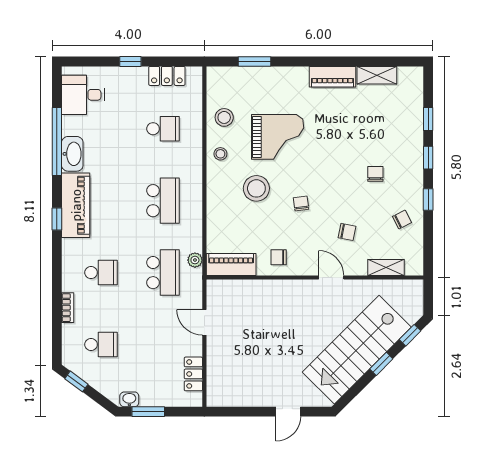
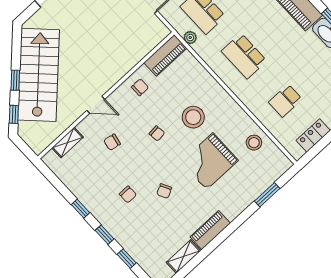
stool: (220, 154) -> (235, 118), removed
chair: (402, 220) -> (164, 191), moved

